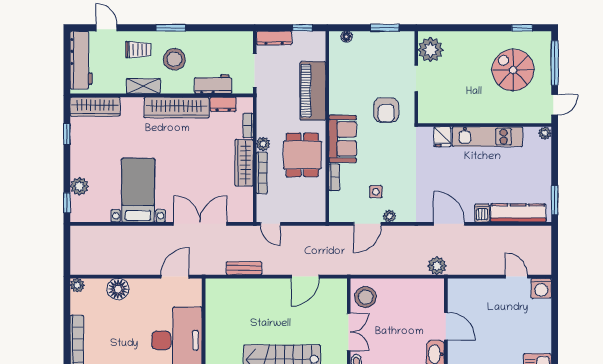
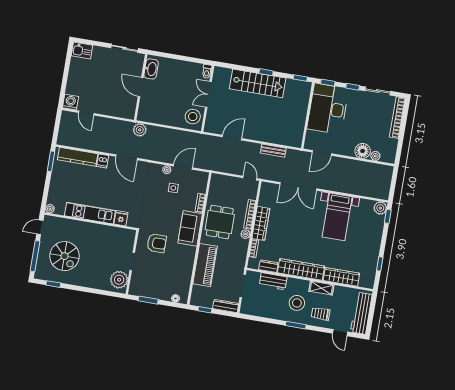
wardrobe: (95, 107) -> (341, 277), moved
armchair: (386, 110) -> (157, 243), turned 90
plant: (79, 186) -> (380, 208), moved
plant: (77, 285) -> (375, 156), moved

